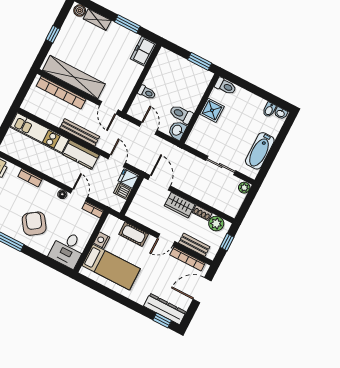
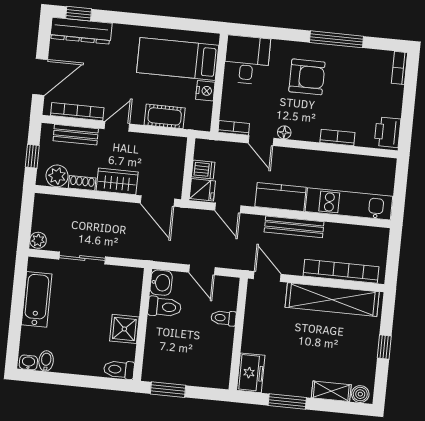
armchair: (34, 224) -> (307, 77), turned -55

